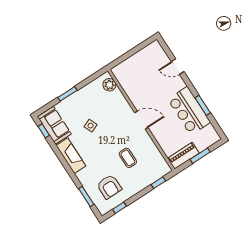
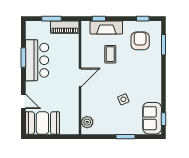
booth: (148, 58) -> (42, 123), added
door: (141, 120) -> (80, 77), swing flipped
fireplace: (71, 156) -> (106, 27), moved, turned -90

